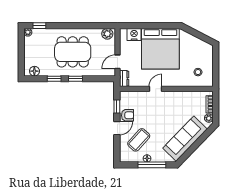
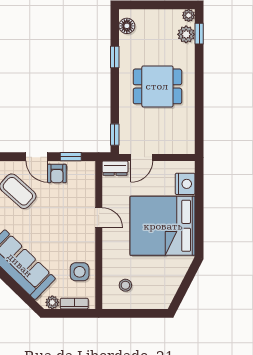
plant: (107, 34) -> (186, 34), moved
dining table: (73, 52) -> (157, 86), width x0.73
door: (117, 62) -> (142, 157), swing flipped
window: (76, 79) -> (115, 135), moved
side table: (189, 101) -> (80, 272), added

